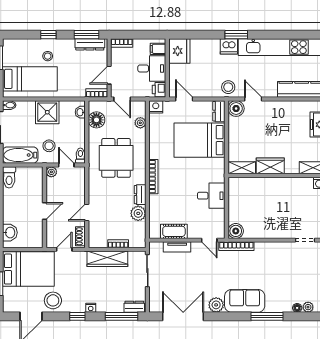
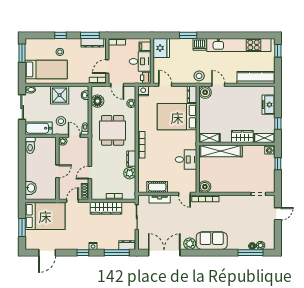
window: (236, 35) -> (188, 35), moved
wardrobe: (270, 166) -> (242, 137), moved
shelving: (256, 185) -> (221, 151), added
stool: (53, 300) -> (64, 240), removed
window: (267, 316) -> (250, 253), moved

